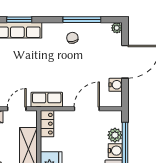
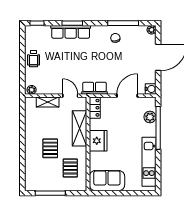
water cooler: (116, 85) -> (151, 89), moved
door: (17, 109) -> (70, 96), hinge flipped
water cooler: (115, 151) -> (150, 130), removed

